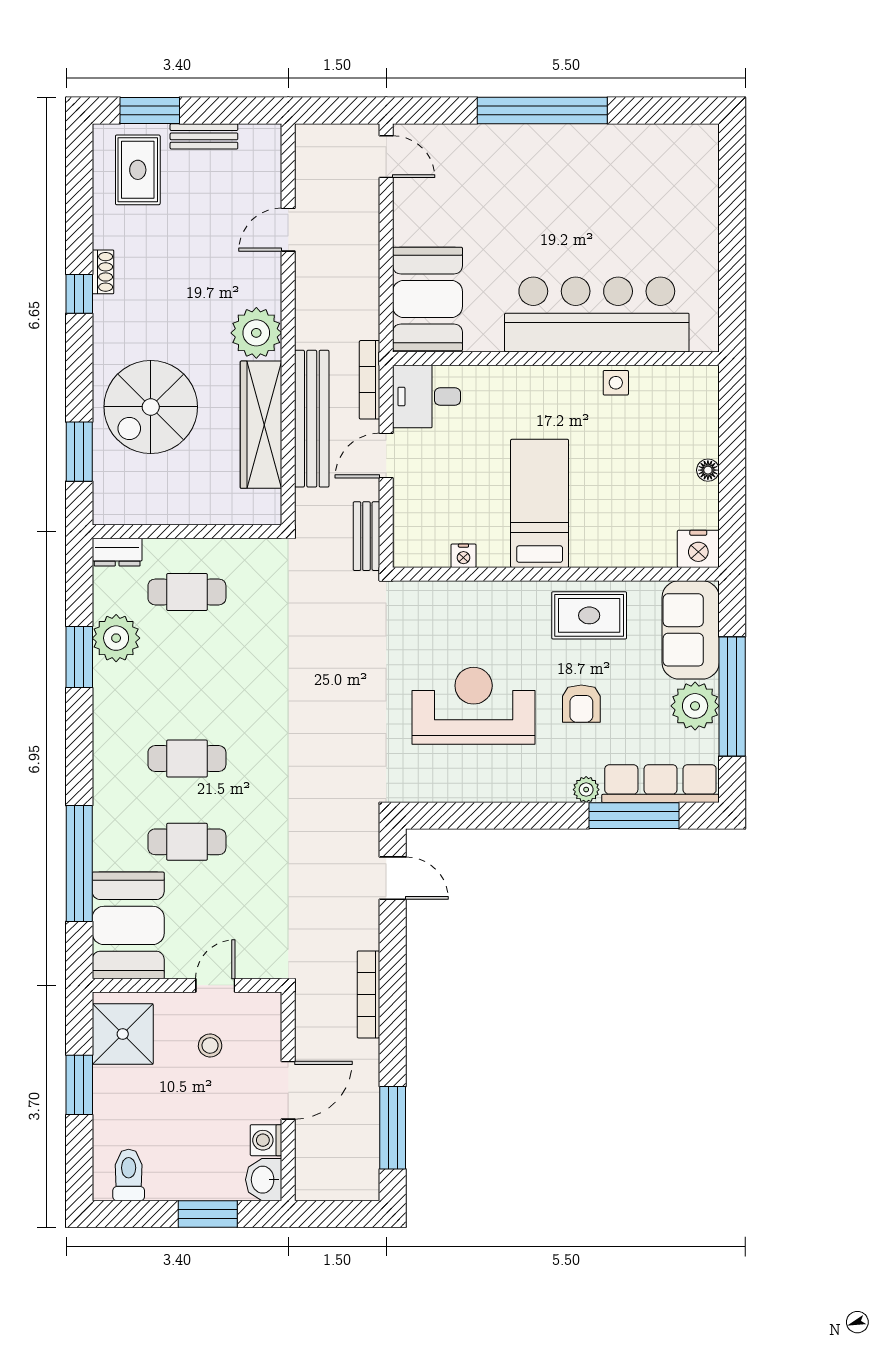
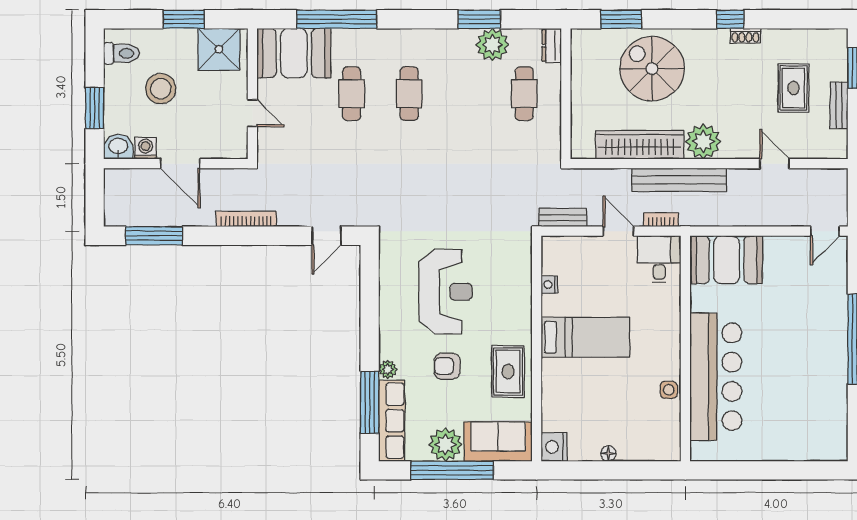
rug: (138, 170) -> (793, 88), moved, turned 90
bookcase: (370, 380) -> (661, 220), width x0.64
bench: (312, 419) -> (679, 180), moved
stool: (210, 1045) -> (161, 89), moved, width x1.89, depth x1.89

